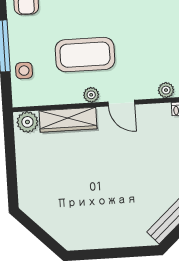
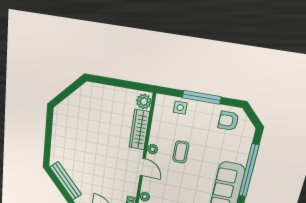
coffee table: (85, 55) -> (181, 152), width x0.54, depth x0.58
door: (121, 103) -> (143, 167), swing flipped

